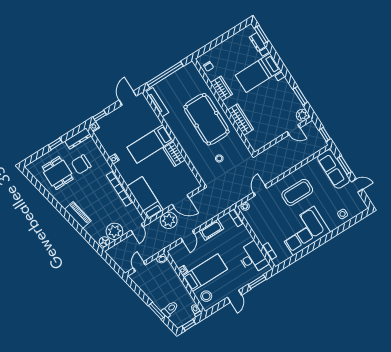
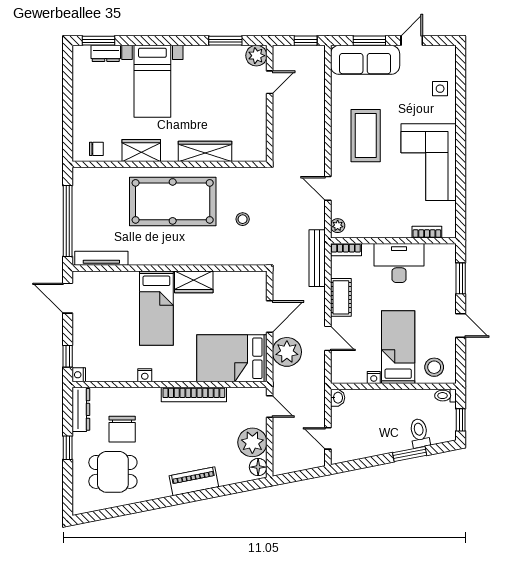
bed: (145, 198) -> (232, 358), width x1.50
bench: (223, 206) -> (317, 258), added
desk: (252, 258) -> (399, 263), moved

